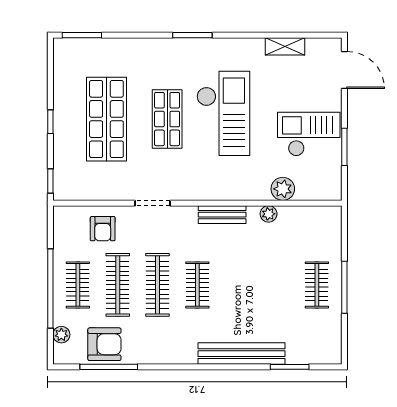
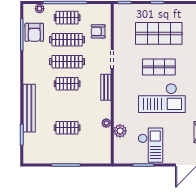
bench: (222, 215) -> (106, 87), moved
clothes rail: (317, 285) -> (67, 128), moved

